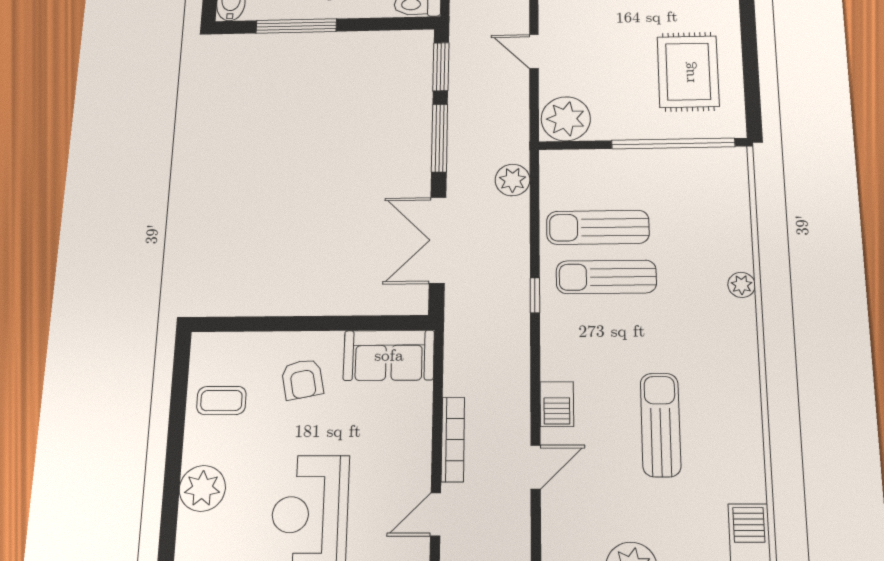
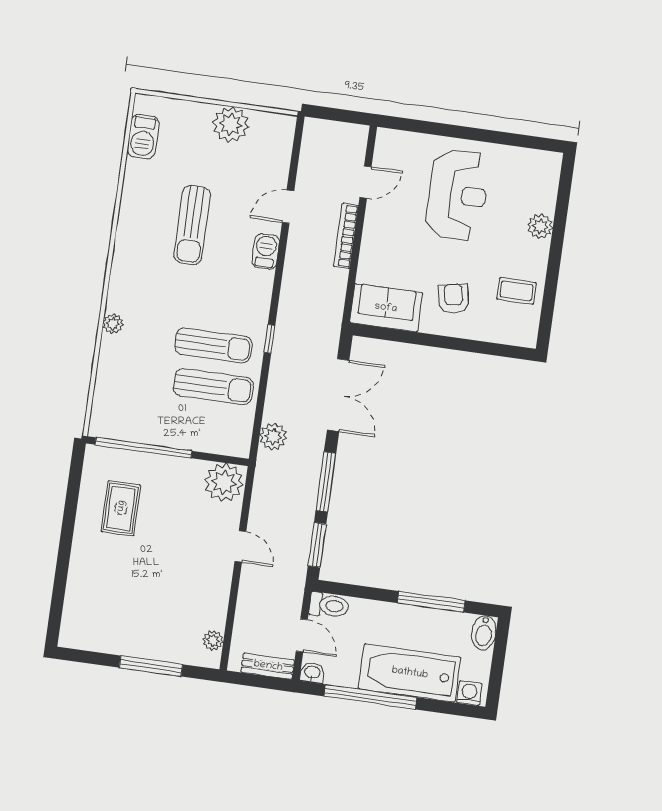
rug: (688, 72) -> (121, 508), width x0.73, depth x0.70
plant: (202, 488) -> (540, 226), width x0.73, depth x0.73

